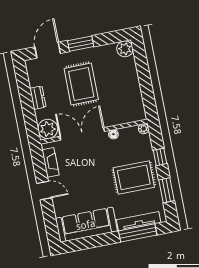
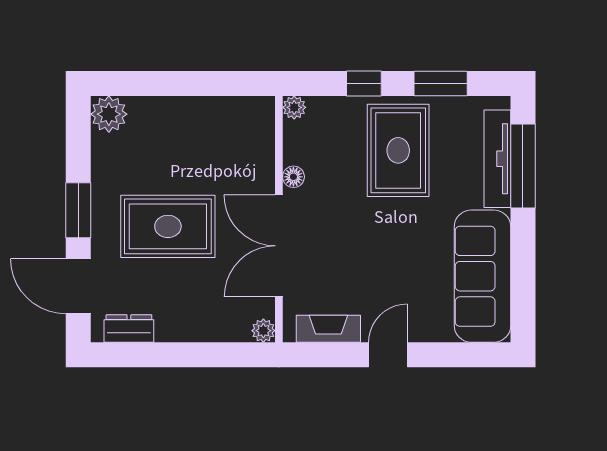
dresser: (38, 98) -> (129, 329), moved
plant: (48, 129) -> (263, 331), width x0.53, depth x0.53

